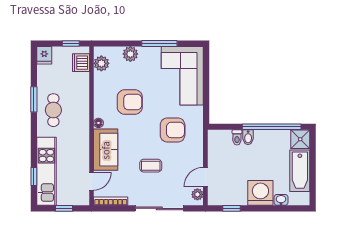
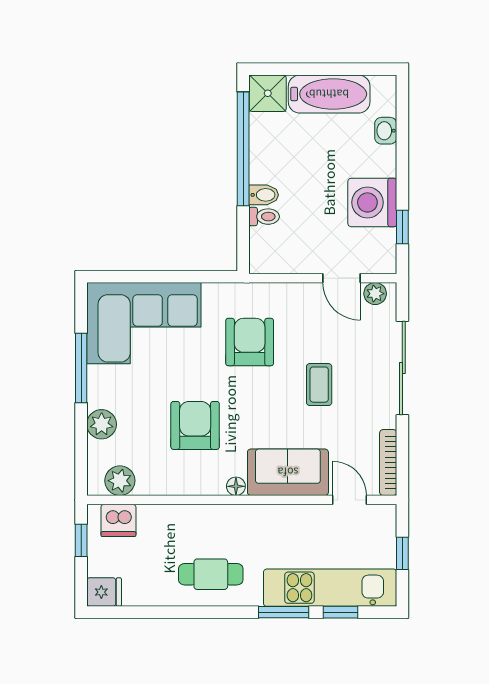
window: (34, 99) -> (284, 612), moved
washing machine: (260, 193) -> (372, 202), moved

